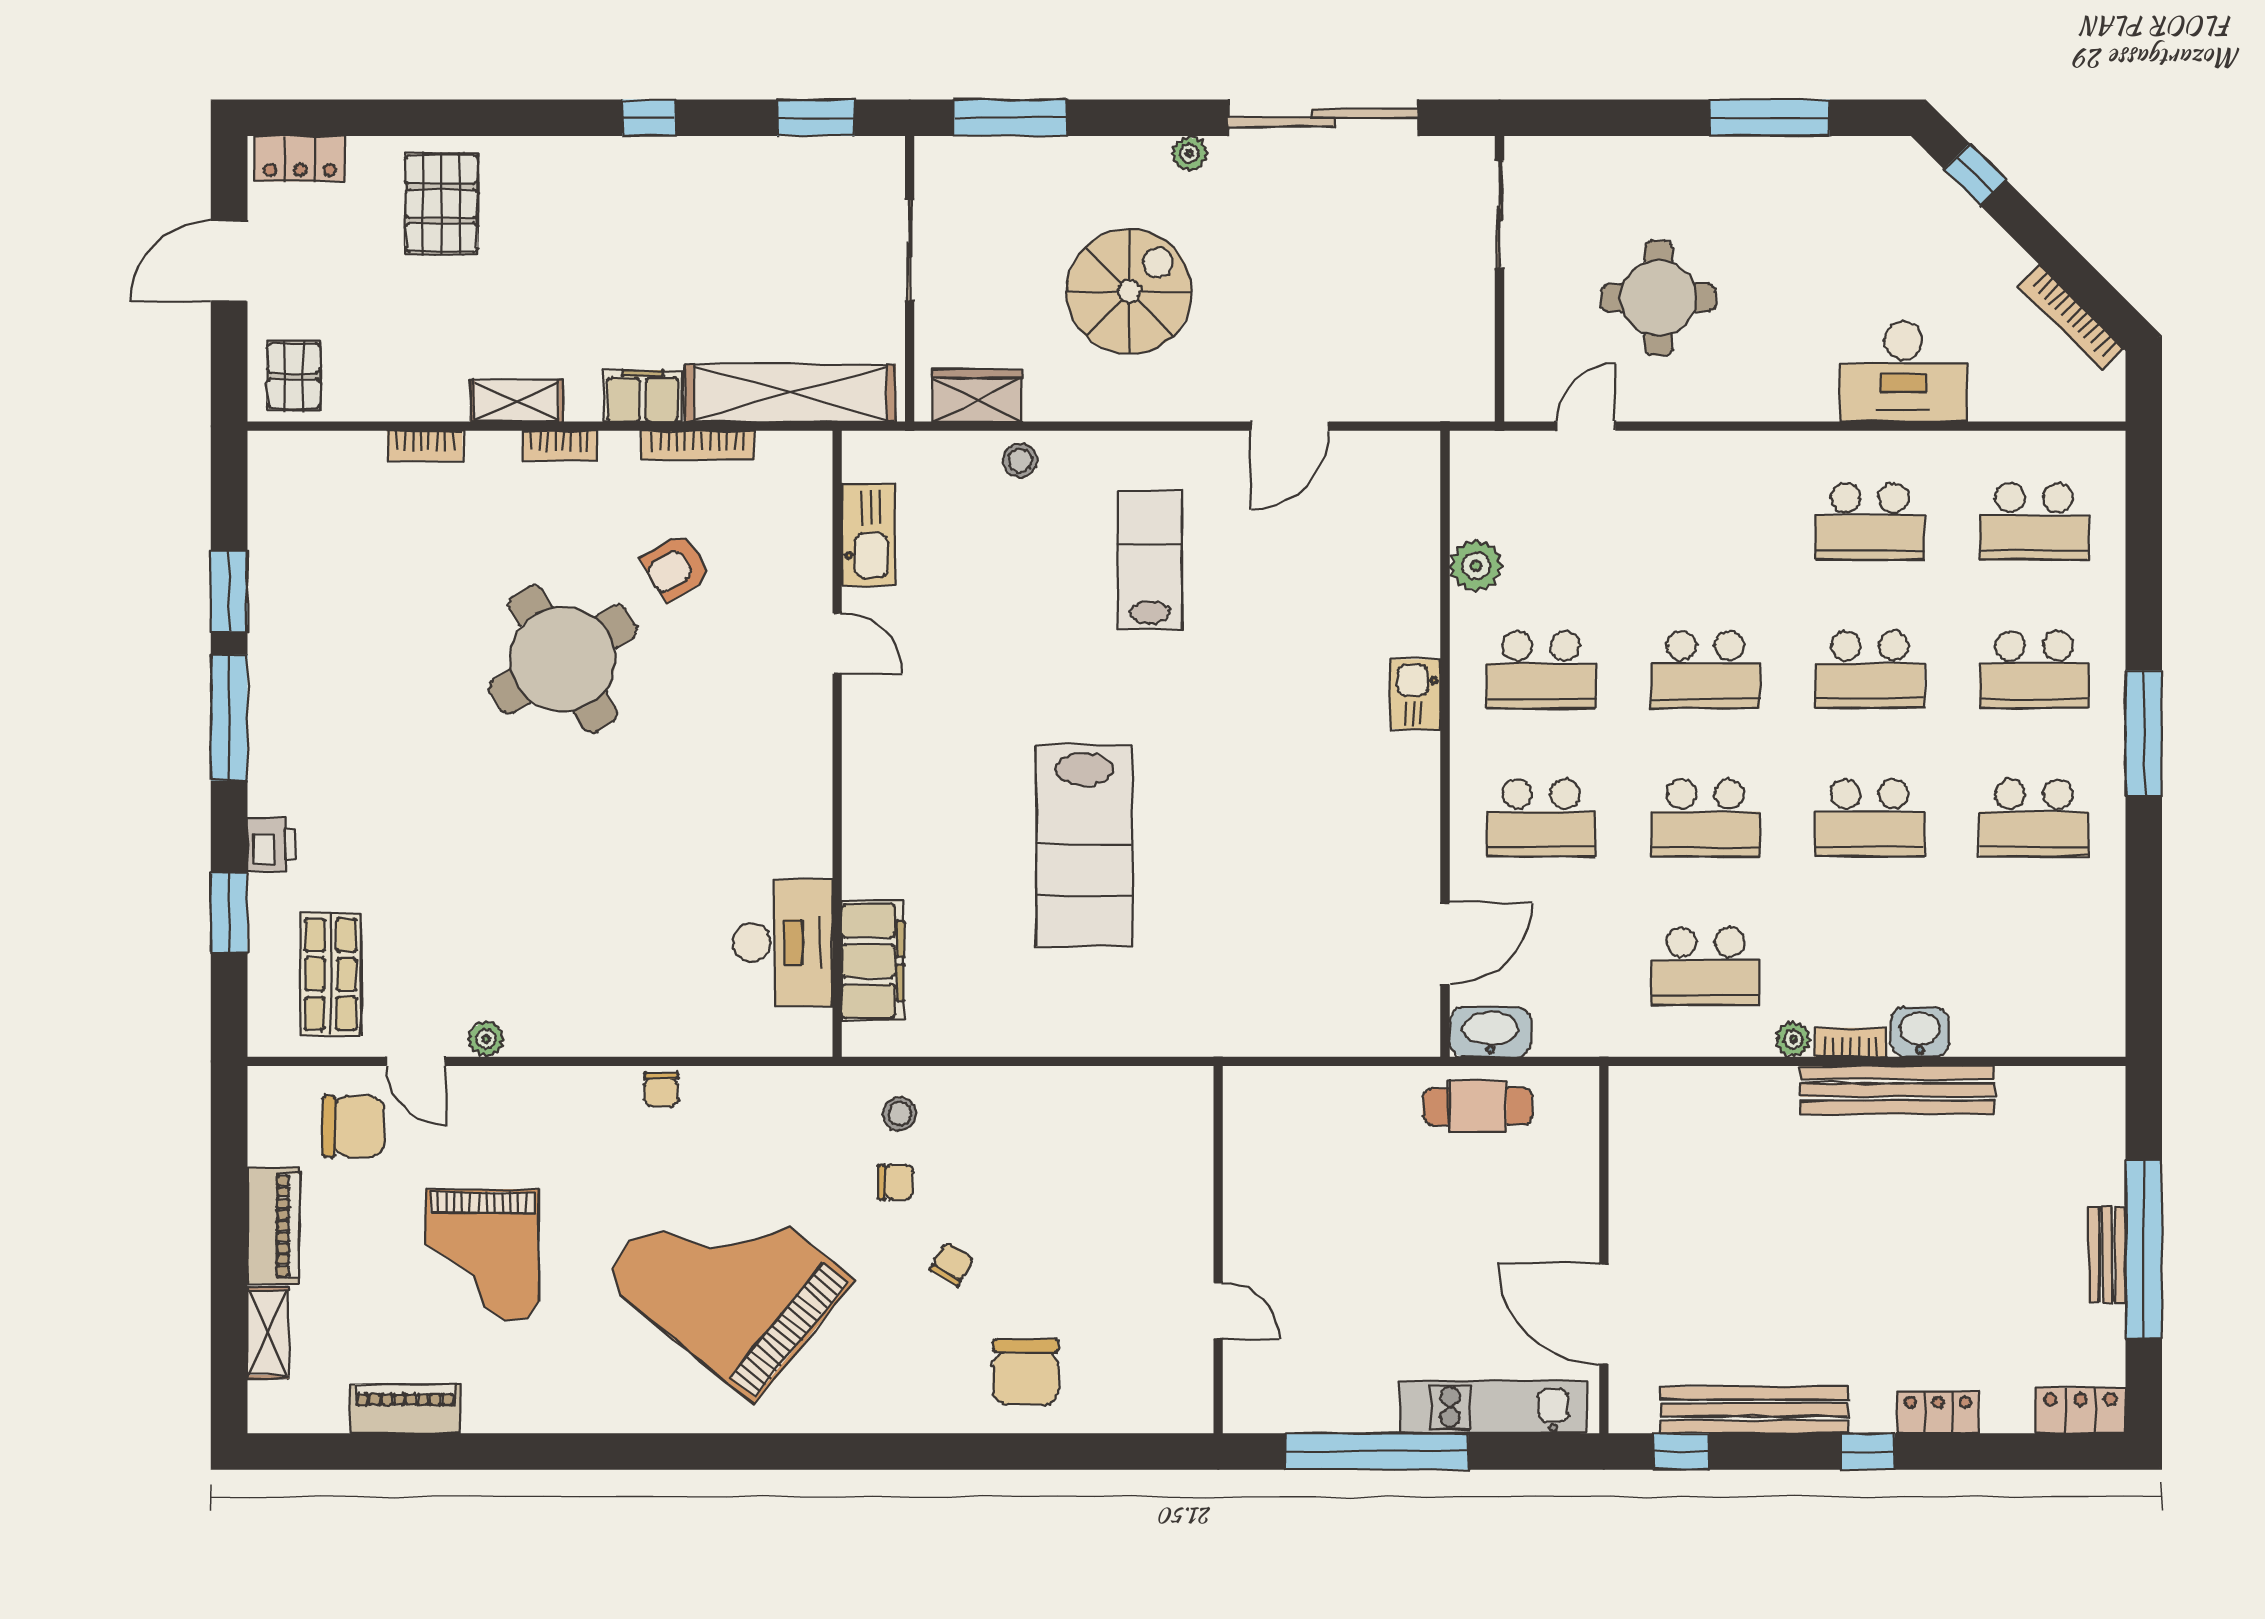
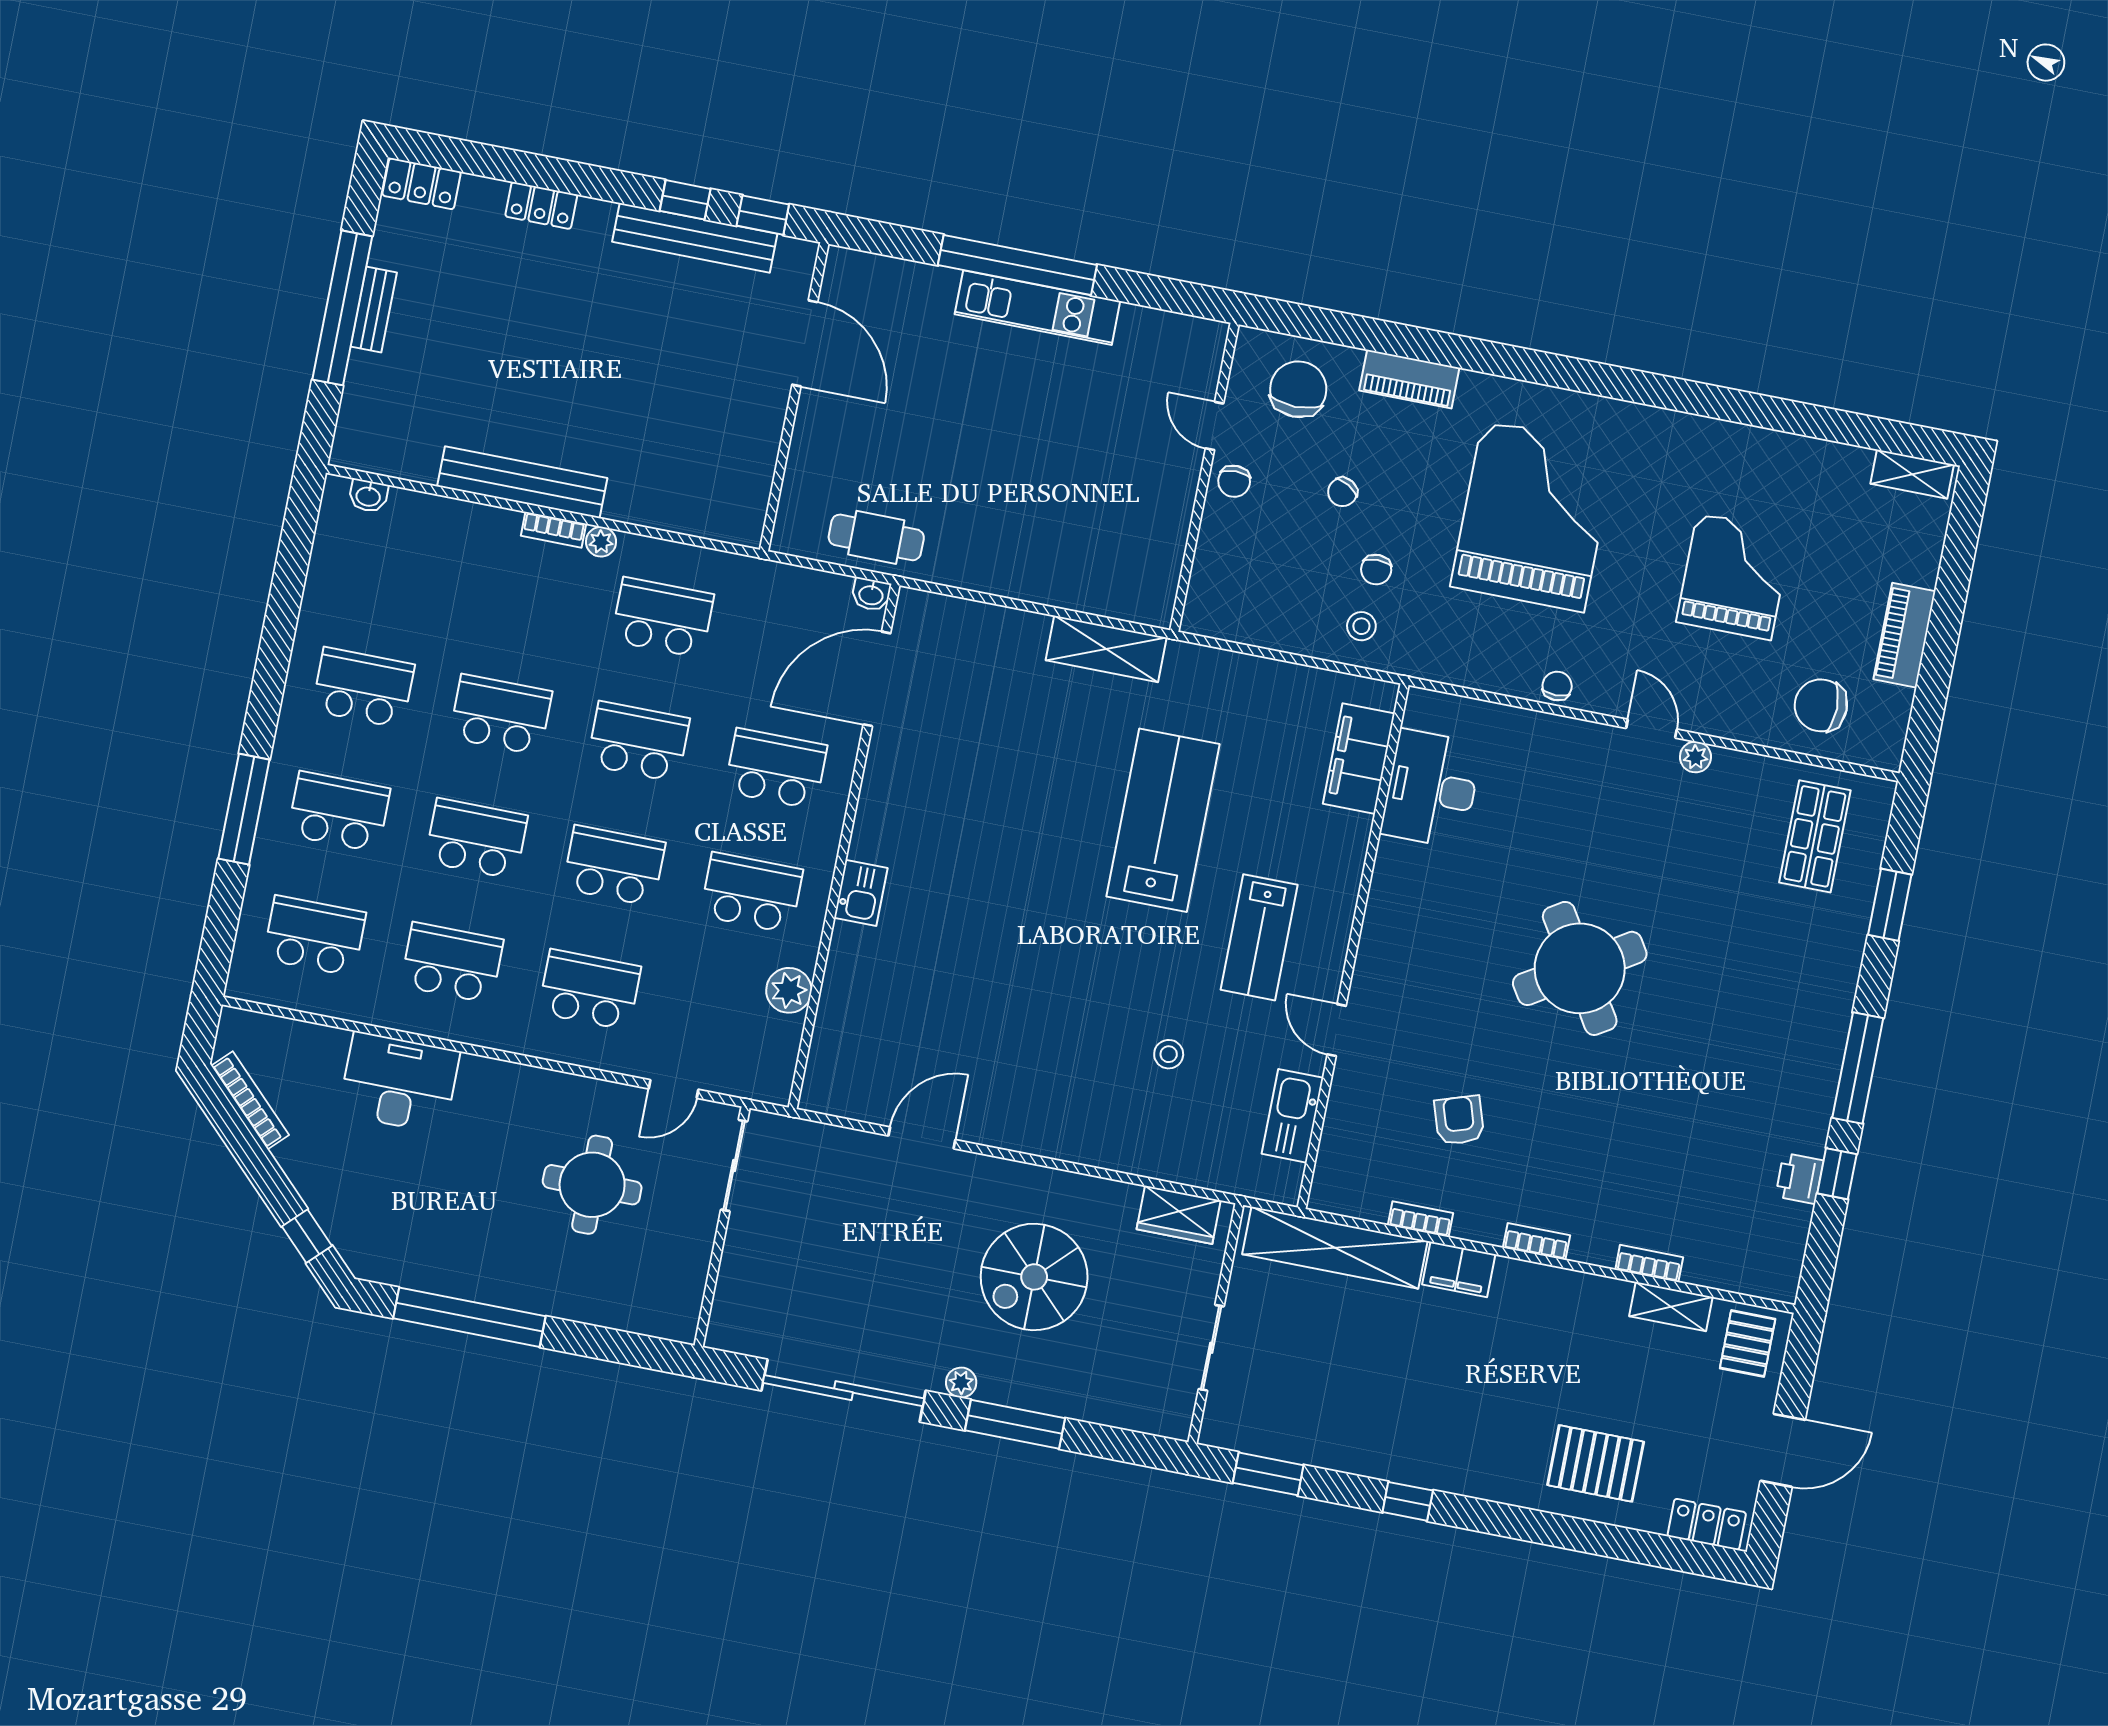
window: (1010, 118) -> (1015, 1424), moved
window: (1770, 118) -> (469, 1317), width x1.46
pallet: (441, 204) -> (1596, 1463), turned 90
sliding door: (1499, 214) -> (734, 1165), moved
shelving: (517, 401) -> (1671, 1307), moved
bookcase: (698, 445) -> (1421, 1219), width x0.64
stool: (1020, 461) -> (1169, 1054), moved
school desk: (1705, 521) -> (590, 990), added
lab bench: (1150, 560) -> (1259, 937), moved
armchair: (676, 567) -> (1459, 1120), turned -76
window: (229, 591) -> (1837, 1174), width x0.67
round table: (563, 659) -> (1580, 968), moved
window: (2144, 733) -> (244, 809), moved
printer: (271, 844) -> (1800, 1178), moved
door: (1445, 944) -> (877, 679), width x1.36
shelving: (1188, 1030) -> (1106, 649), added
washbasin: (1490, 1032) -> (871, 594), width x0.52, depth x0.69
washbasin: (1920, 1032) -> (368, 496), moved, width x0.72, depth x0.69
door: (416, 1061) -> (1652, 729), moved
chair: (896, 1182) -> (1376, 570), turned -90
wall: (1218, 1250) -> (1204, 477), moved
chair: (1079, 1252) -> (1234, 481), added
grand piano: (727, 1279) -> (1533, 516), turned -129
door: (1218, 1311) -> (1215, 426), moved
shelving: (268, 1333) -> (1912, 474), moved, turned 90
kitchen unit: (1493, 1407) -> (1037, 308), moved
piano: (405, 1409) -> (1409, 379), moved
window: (1868, 1452) -> (685, 200), moved

